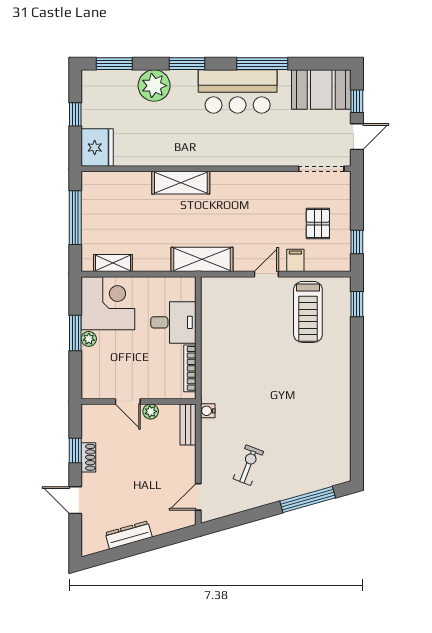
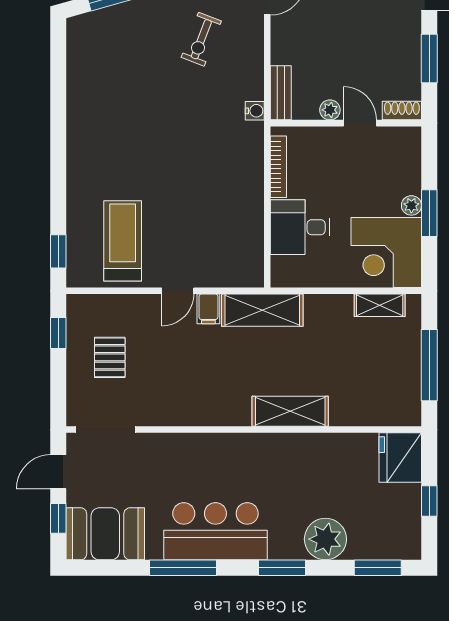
filing cabinet: (295, 260) -> (208, 309), moved
window: (75, 451) -> (429, 58), width x1.50
shoe rack: (88, 457) -> (402, 111), moved, turned 90

